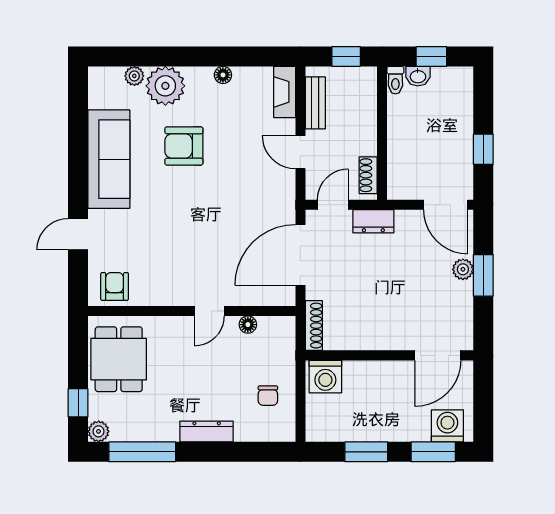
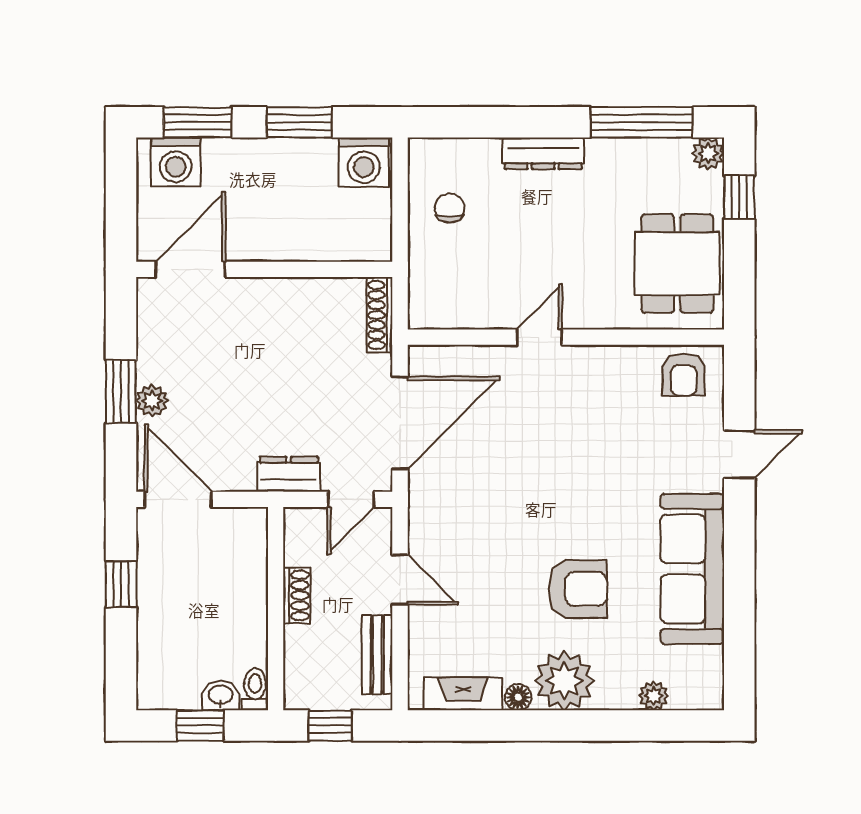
plant: (165, 86) -> (564, 681), moved
fireplace: (285, 92) -> (463, 694), moved, turned -90
shoe rack: (368, 175) -> (297, 595), moved
floor lamp: (248, 325) -> (480, 316), removed
washing machine: (325, 377) -> (364, 162), moved, turned 180

